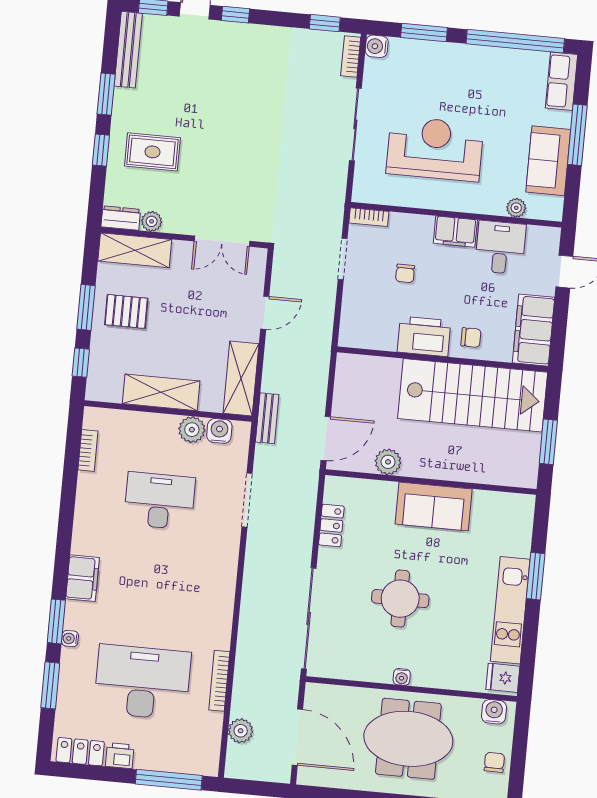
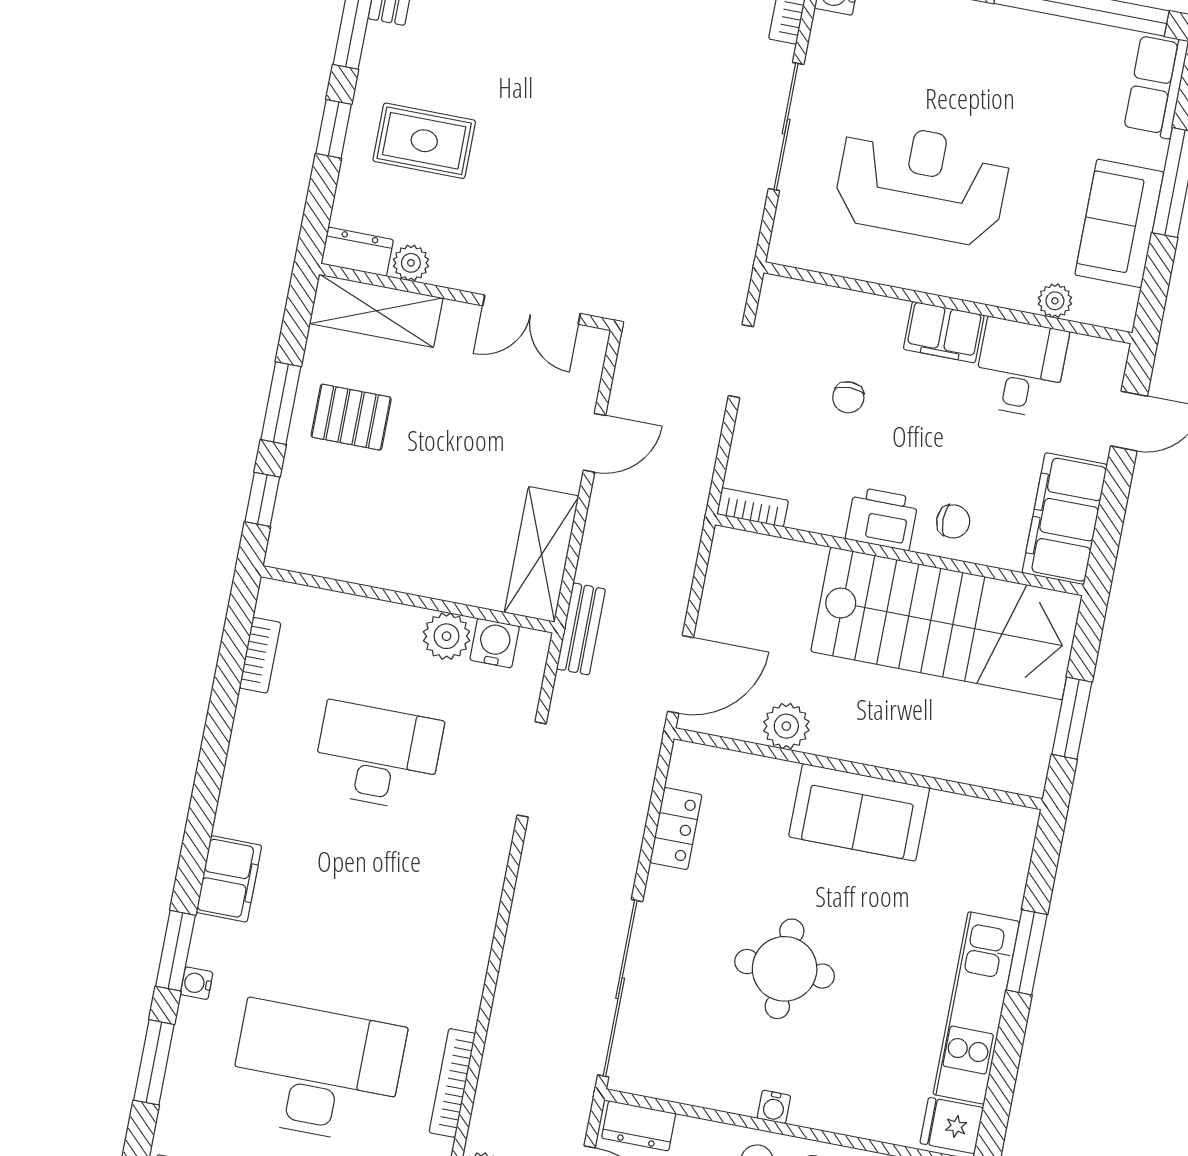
bookcase: (369, 217) -> (753, 507), moved, turned 180
printer: (424, 336) -> (882, 519), width x0.73, depth x0.84
shelving: (161, 392) -> (399, 565), removed
dresser: (327, 695) -> (639, 1126), added

